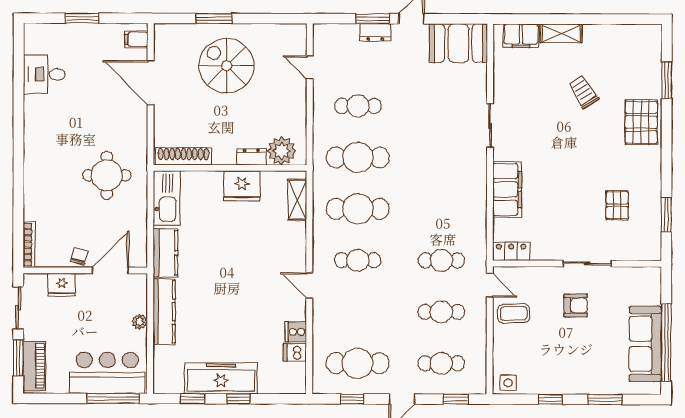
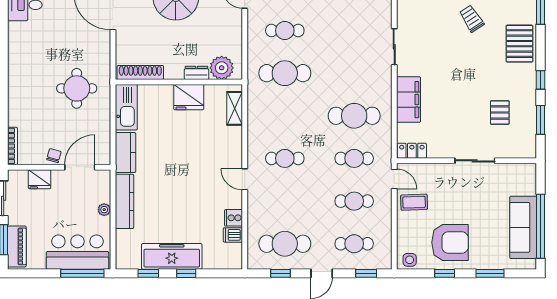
window: (666, 166) -> (541, 80), added
cafe table: (358, 209) -> (354, 116), moved
armchair: (576, 305) -> (450, 242), moved, width x1.88, depth x1.88

